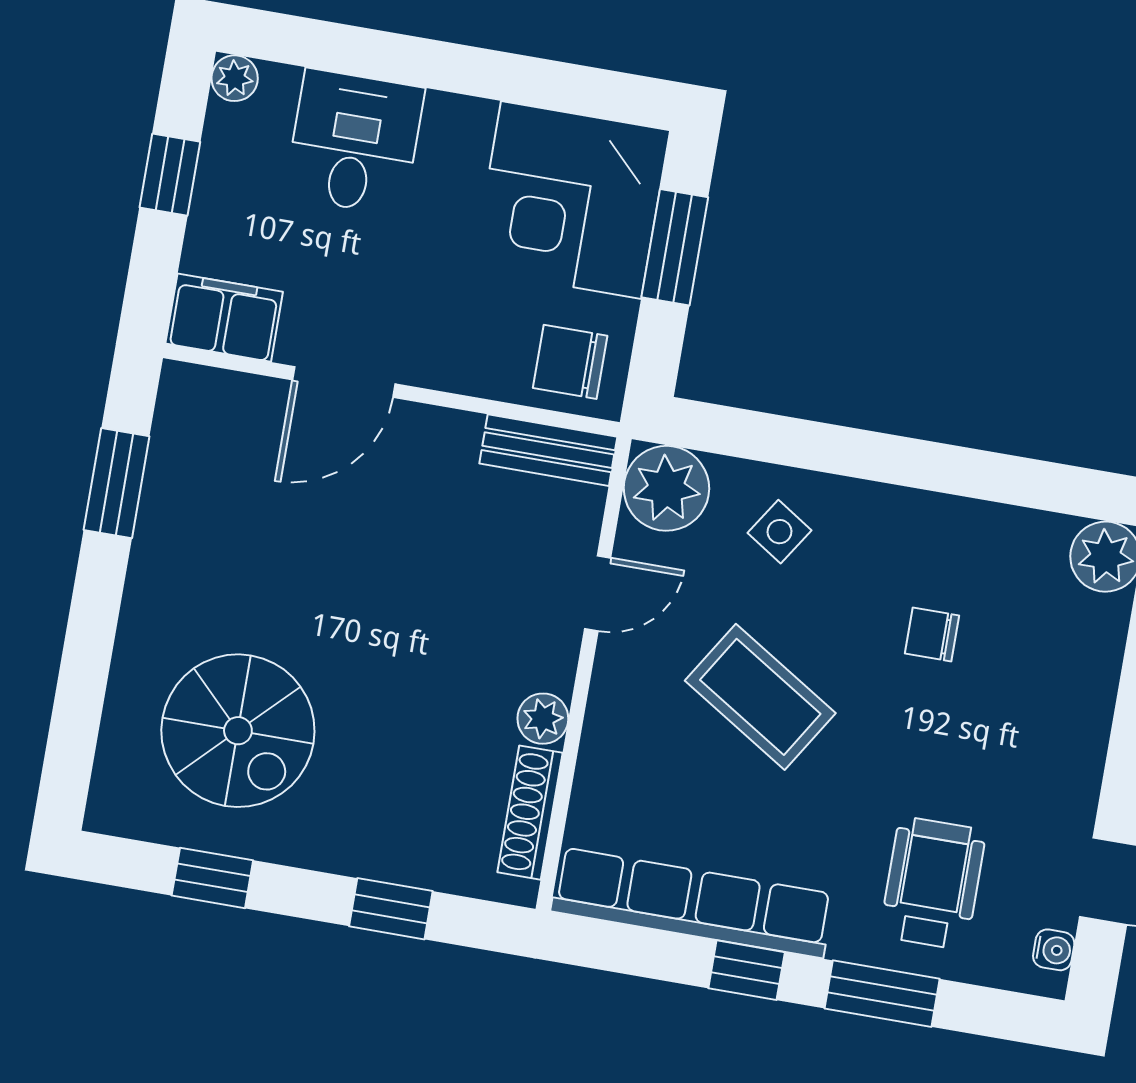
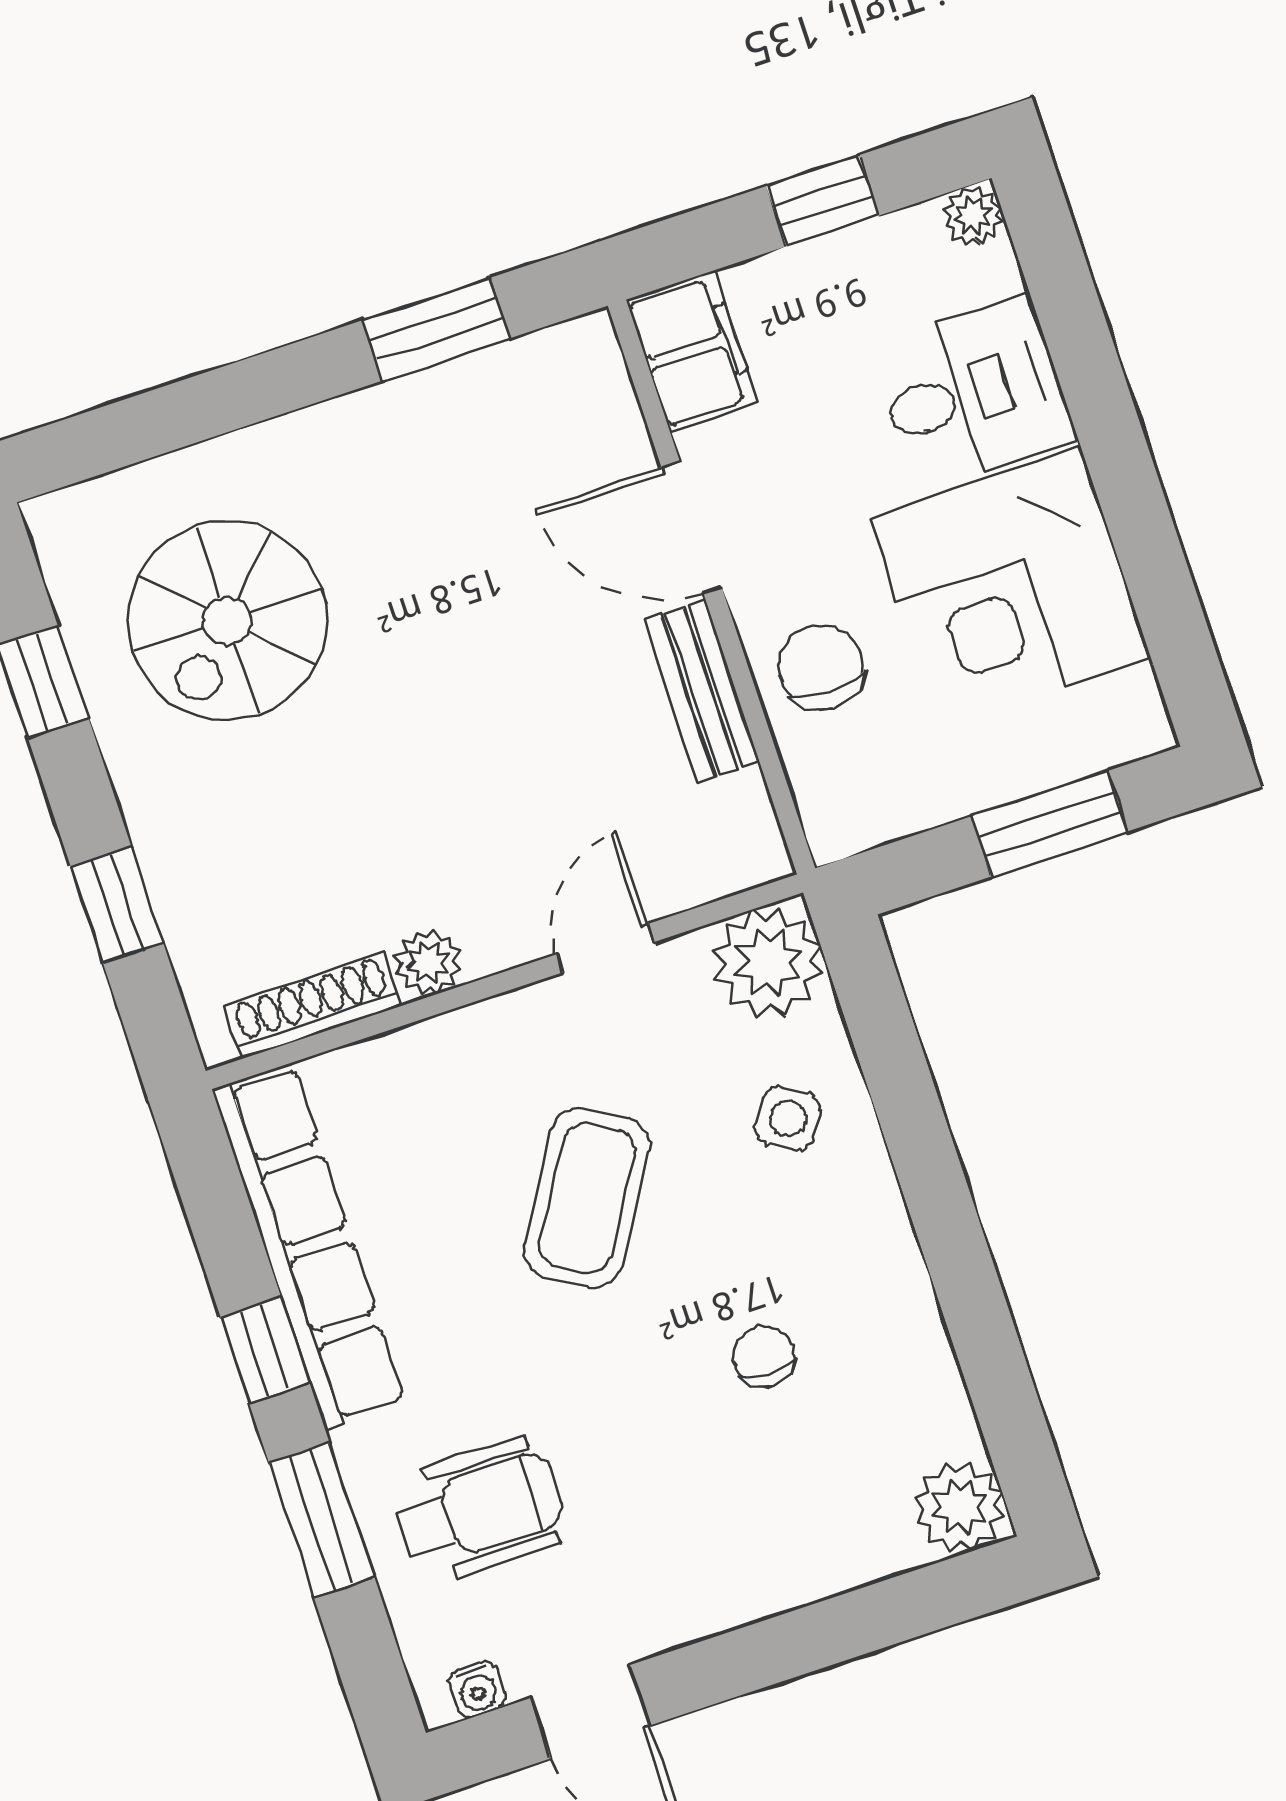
corner desk: (571, 200) -> (1010, 588), moved, turned -90
chair: (570, 362) -> (821, 667), moved
bench: (548, 450) -> (702, 691), moved
door: (598, 593) -> (605, 948), swing flipped

